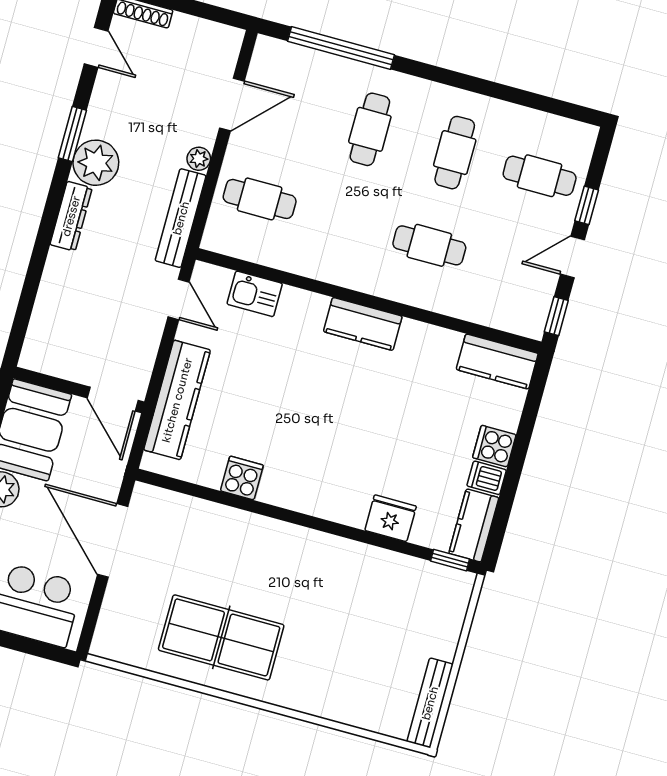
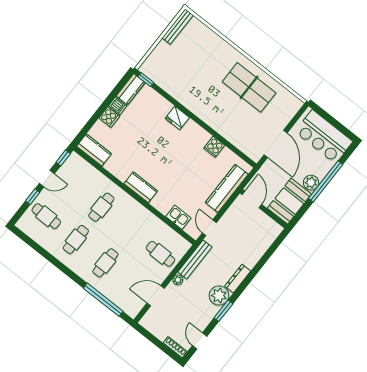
cafe table: (429, 245) -> (101, 207), turned 90
fridge: (391, 518) -> (177, 118), moved

